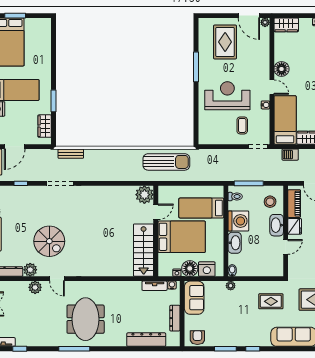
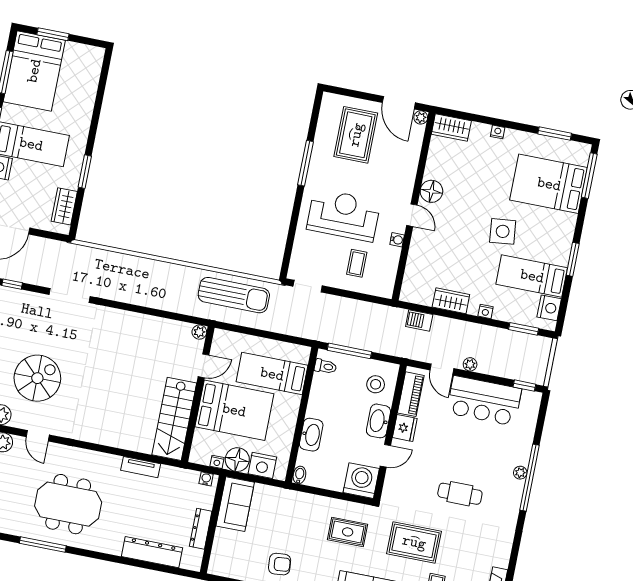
bed: (285, 120) -> (422, 268), removed
doorway: (258, 147) -> (308, 286), moved
bench: (71, 154) -> (95, 255), removed
plant: (144, 195) -> (199, 332), width x0.53, depth x0.53
washing machine: (238, 221) -> (361, 481), moved, turned -90
spiral stairs: (49, 241) -> (37, 378), turned -90
tv unit: (155, 286) -> (141, 467), moved
plant: (231, 286) -> (293, 497), removed
meeting table: (86, 319) -> (68, 504), turned 90
armchair: (197, 338) -> (280, 564), moved, turned 85

